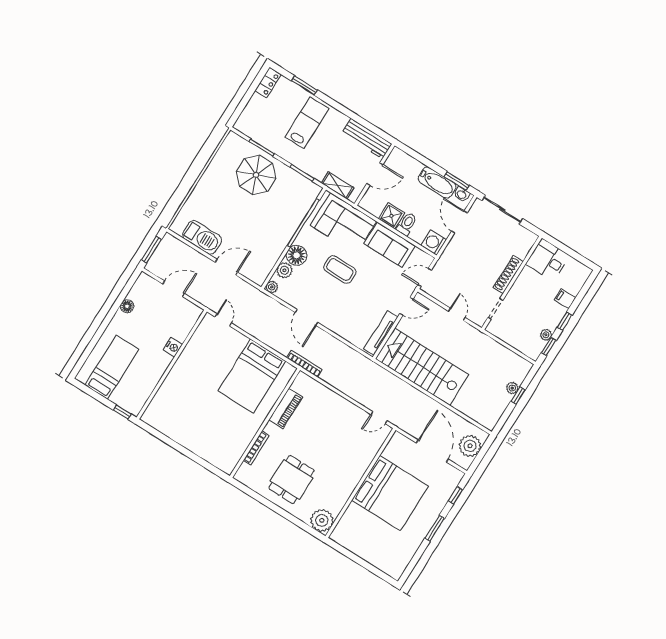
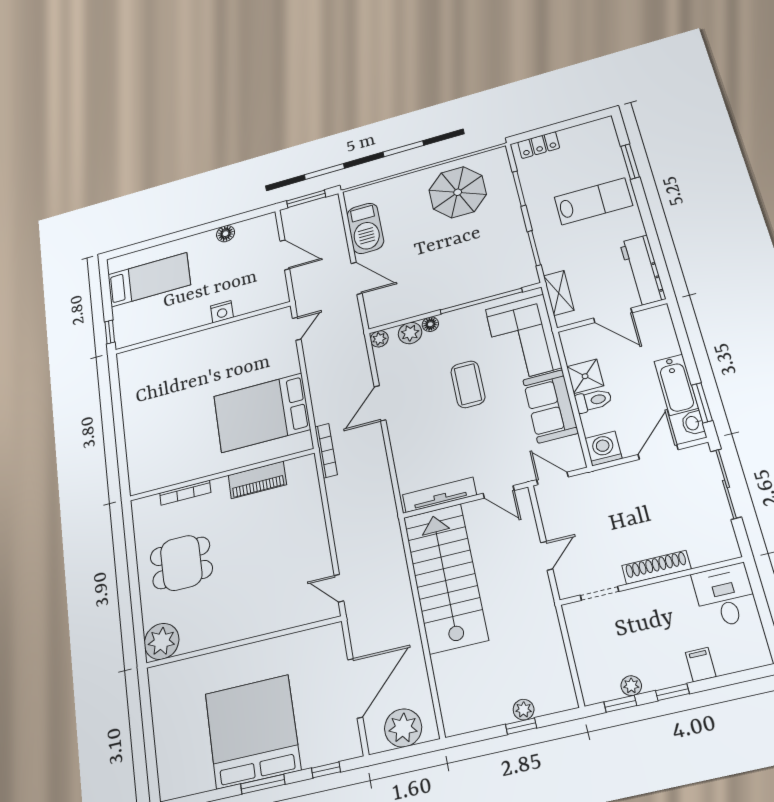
locker: (268, 83) -> (539, 145), moved
parasol: (256, 175) -> (458, 192), moved
floor lamp: (297, 255) -> (430, 324), width x0.53, depth x0.53
bed: (390, 493) -> (253, 732), moved, turned 180

